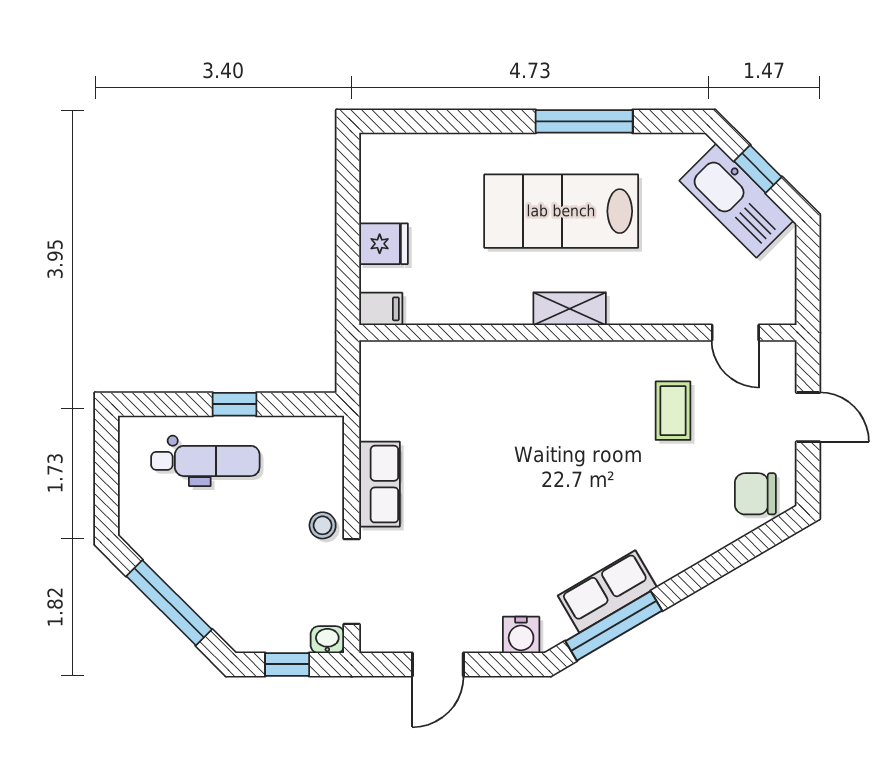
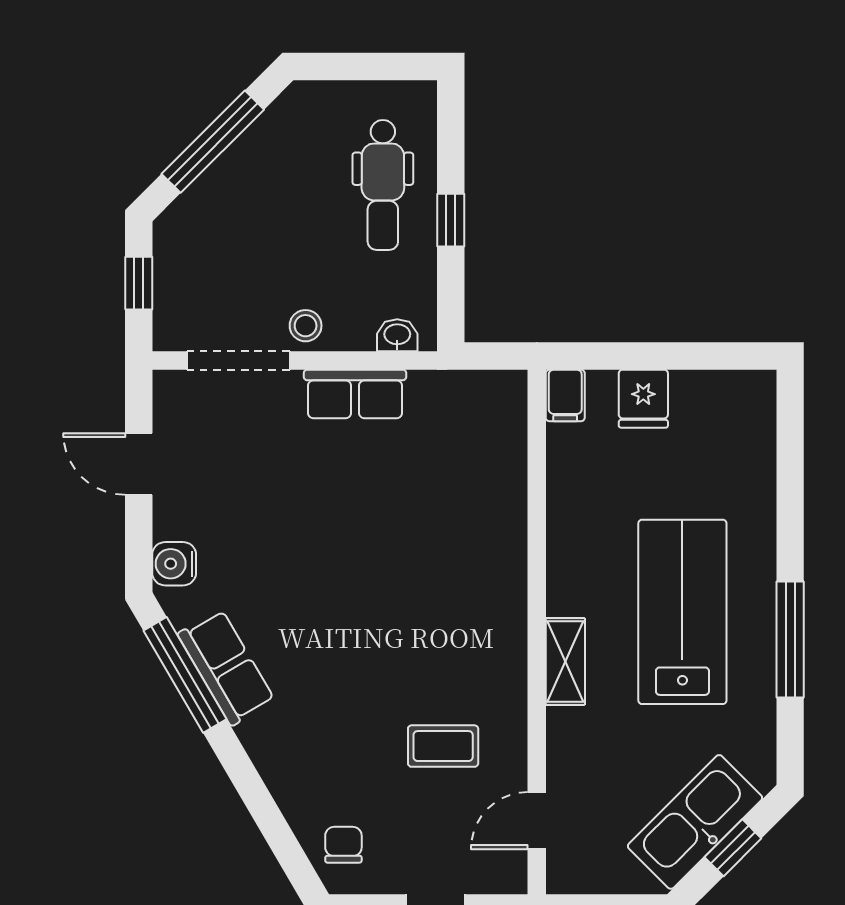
shelving: (570, 309) -> (565, 662), moved
chair: (755, 494) -> (343, 845), width x0.73, depth x0.73
washbasin: (327, 640) -> (397, 335), moved, turned -90

